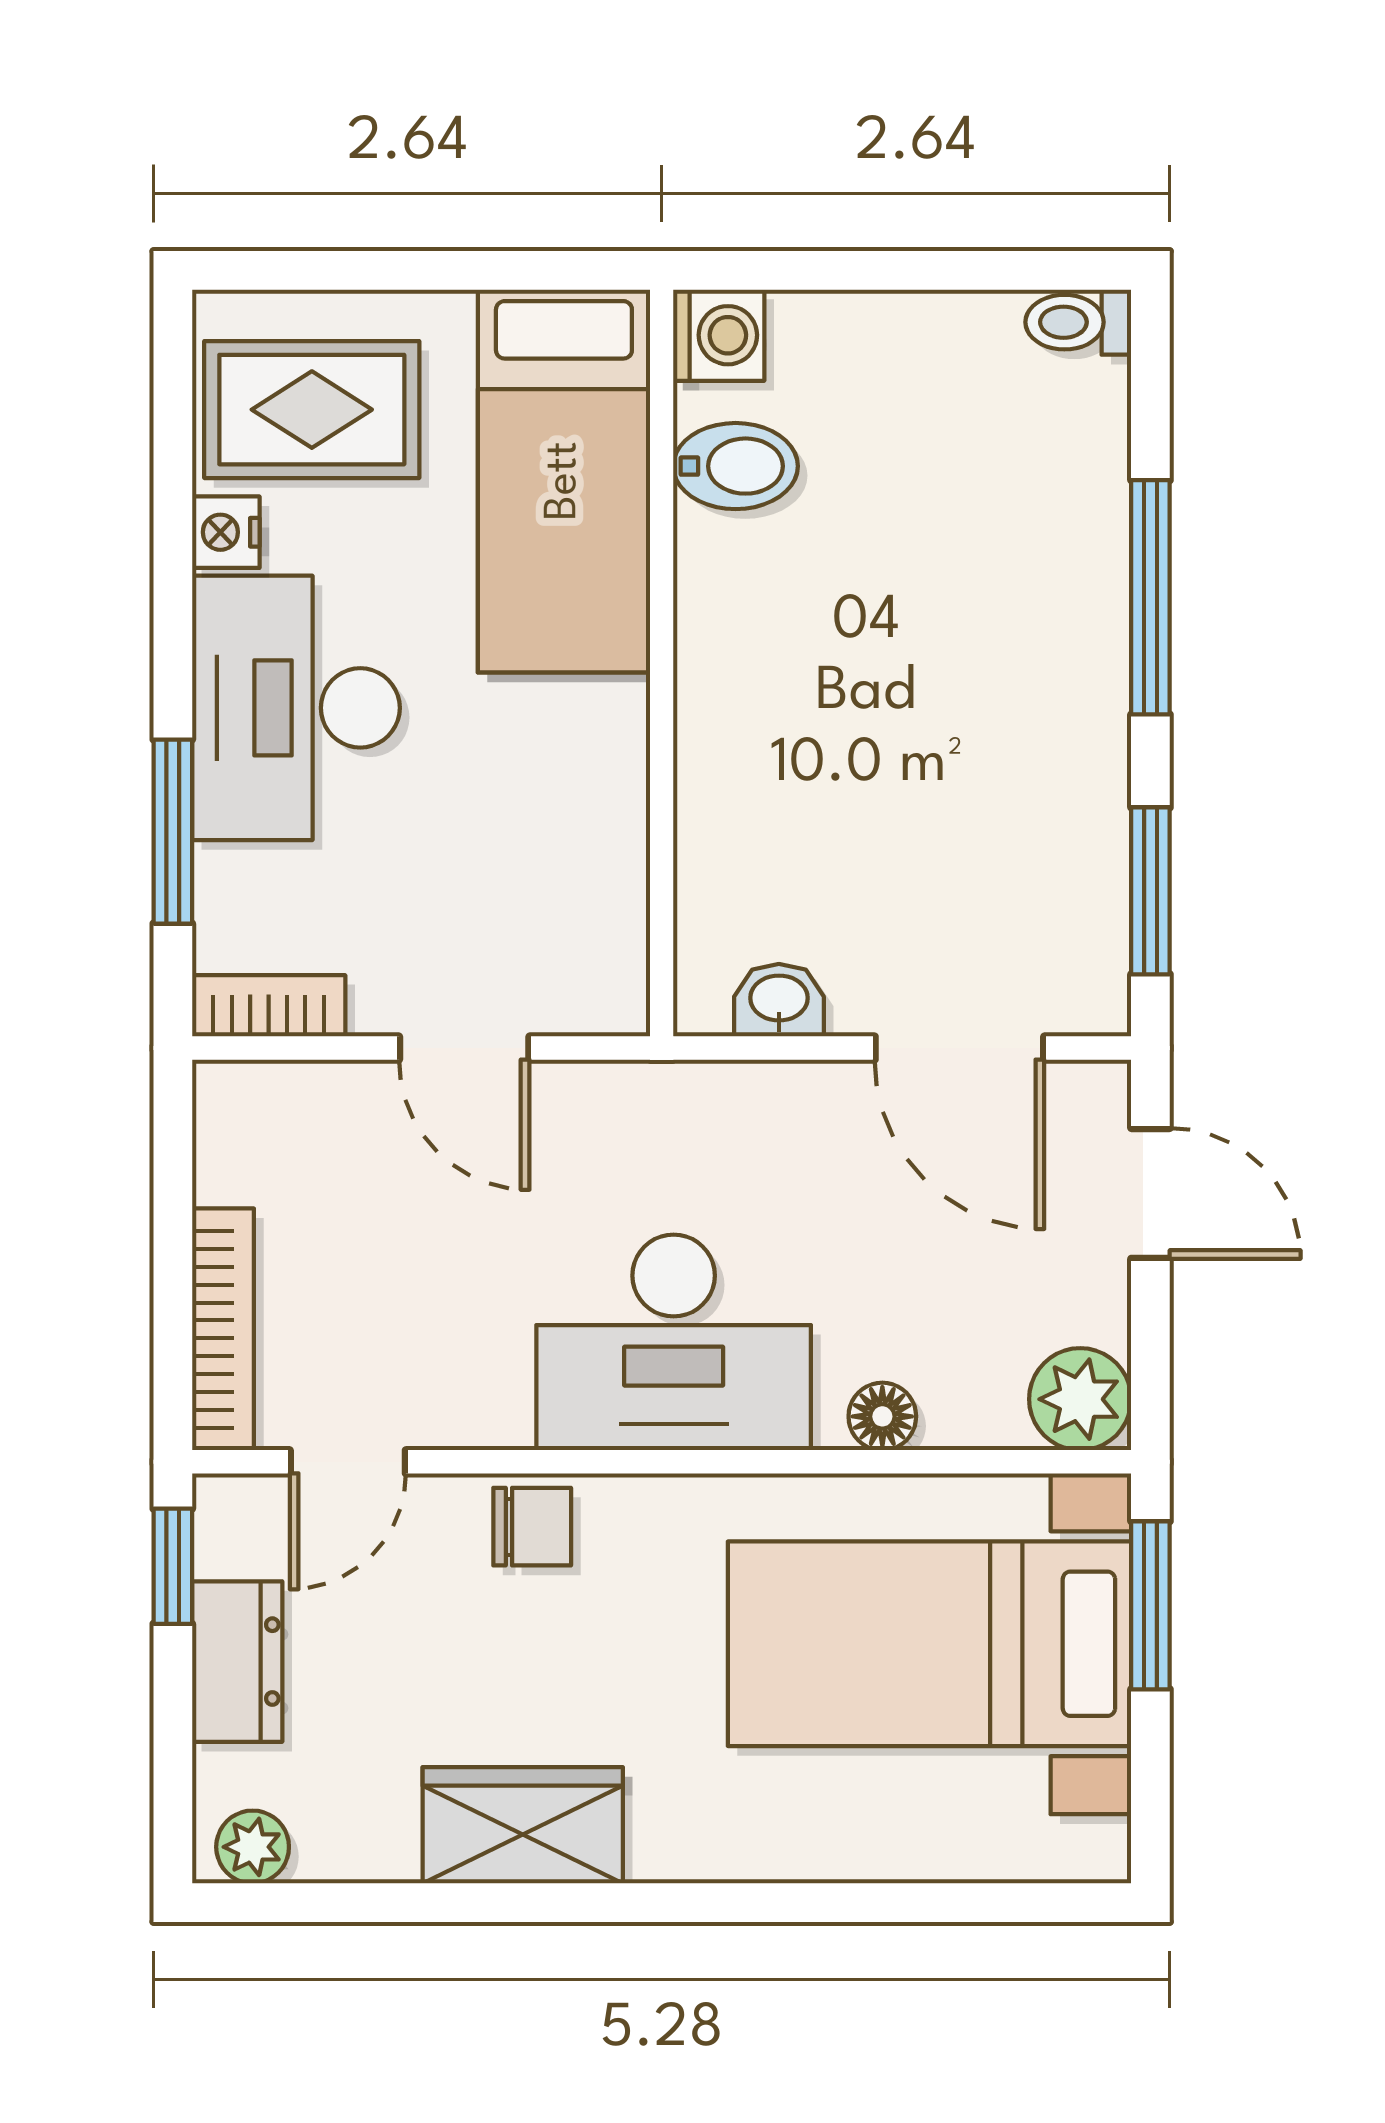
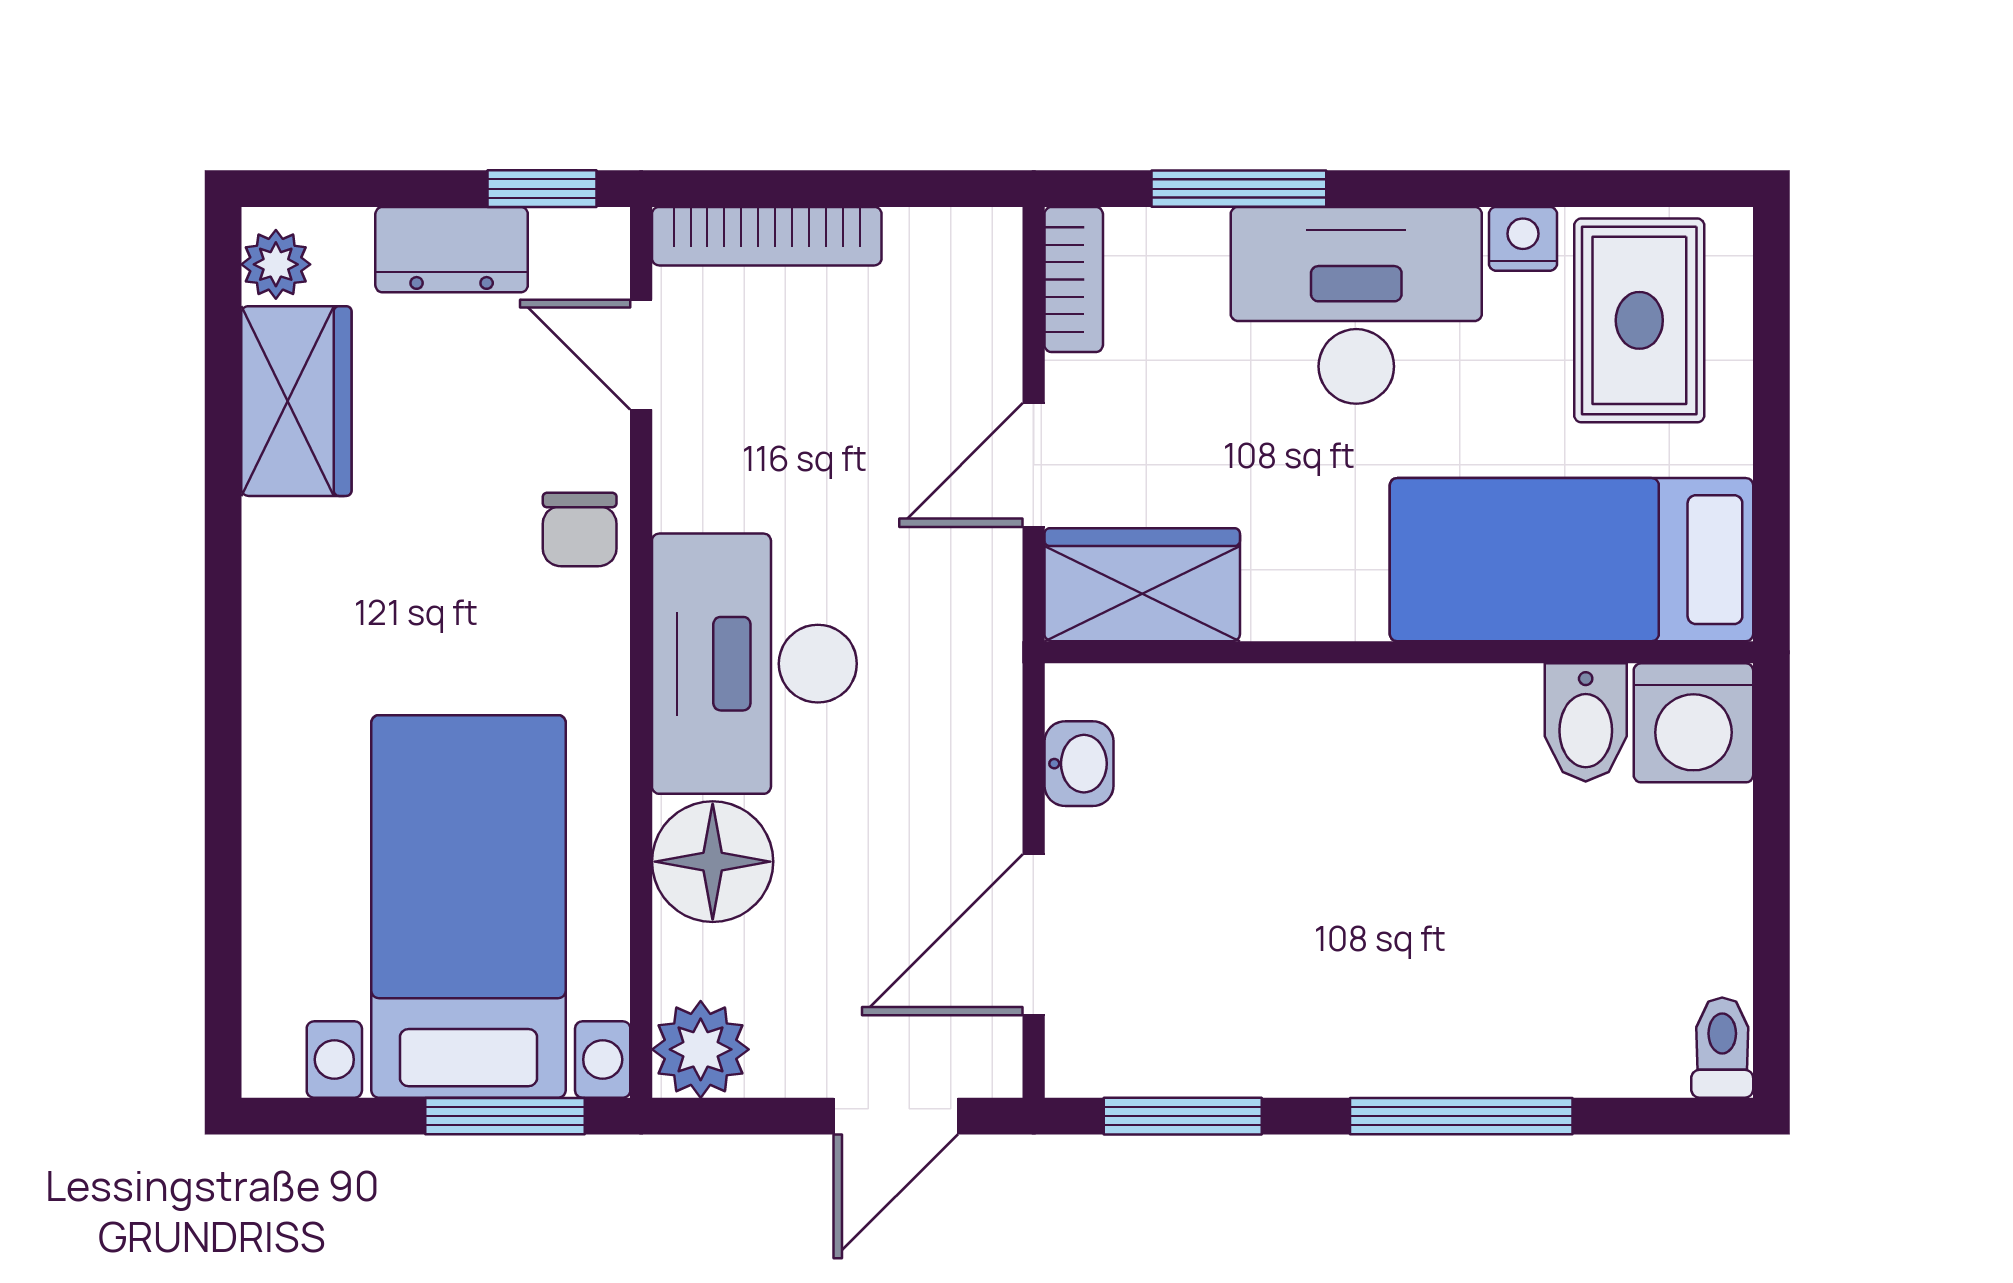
washing machine: (719, 335) -> (1693, 723), width x1.38, depth x1.38
wardrobe: (590, 934) -> (1142, 585), added
floor lamp: (882, 1416) -> (713, 862), width x1.89, depth x1.89
wardrobe: (523, 1825) -> (296, 401), moved

